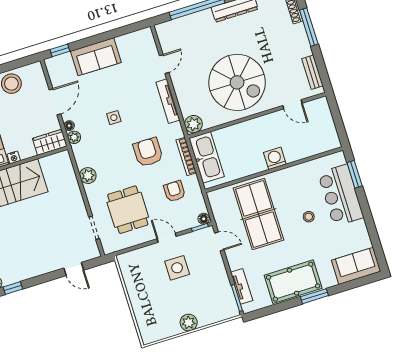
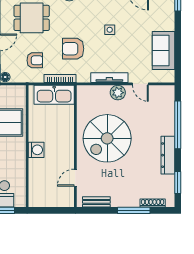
sofa: (96, 57) -> (163, 51), moved
plant: (193, 124) -> (118, 93), moved
armchair: (148, 152) -> (73, 49), turned 180

